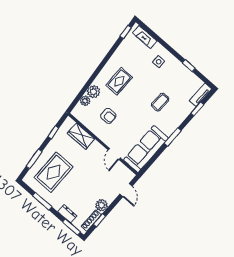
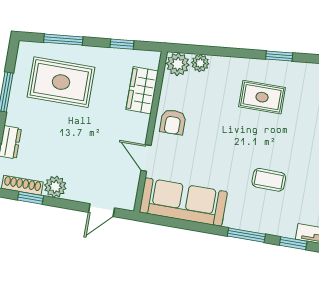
window: (105, 61) -> (279, 56), added
plant: (93, 92) -> (178, 64), moved
armchair: (108, 116) -> (173, 122), moved
window: (173, 137) -> (246, 235), moved
door: (114, 154) -> (146, 158), hinge flipped

